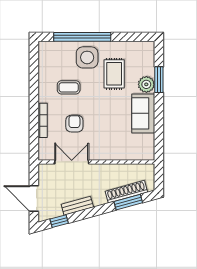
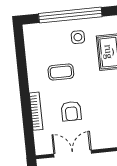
side table: (87, 57) -> (78, 37), width x0.54, depth x0.54
armchair: (74, 124) -> (71, 111), turned 180

